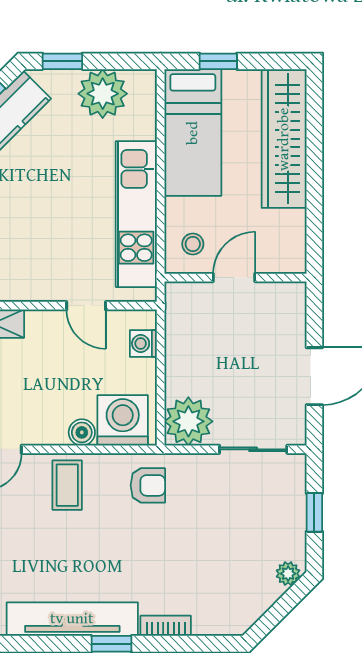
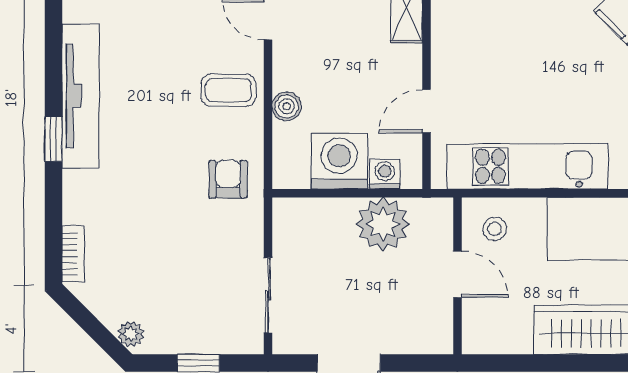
washing machine: (123, 420) -> (339, 161), moved, turned -90
plant: (188, 421) -> (383, 224), moved
armchair: (148, 485) -> (228, 179), turned 180
bookcase: (166, 626) -> (73, 254), moved

